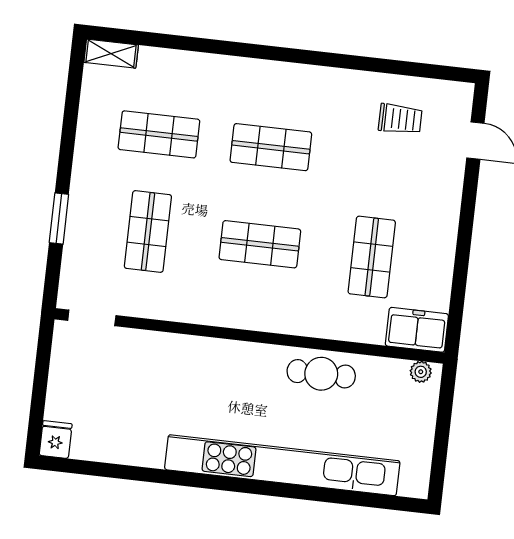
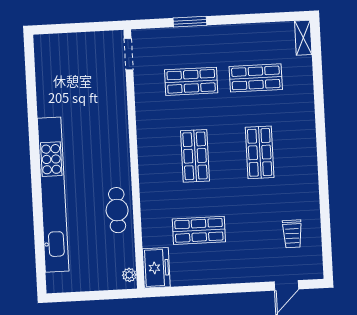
shop shelf: (159, 134) -> (256, 78), turned 90
fridge: (56, 440) -> (45, 44), removed

